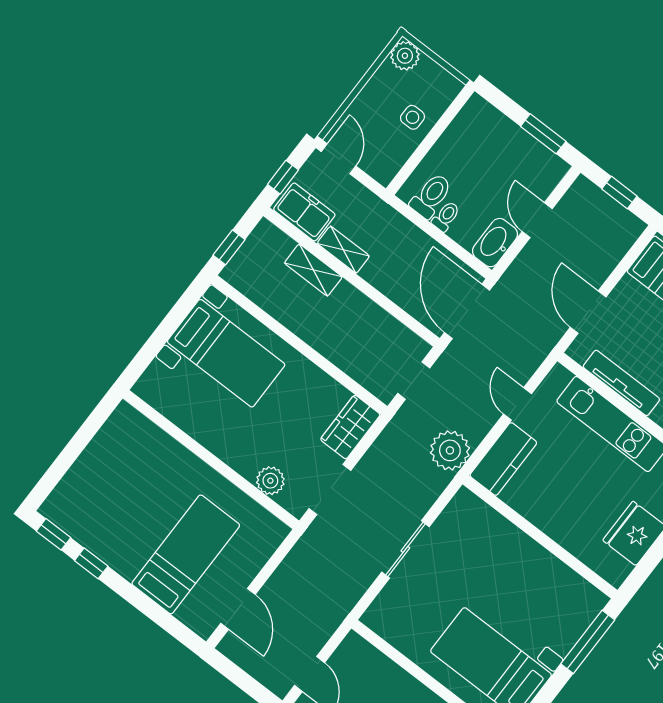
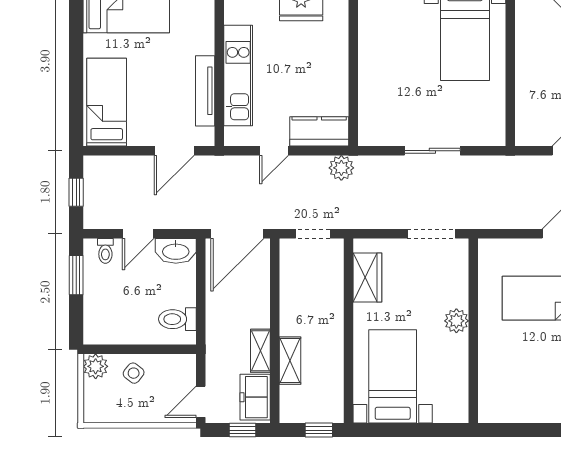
plant: (405, 56) -> (96, 366), moved
side table: (413, 117) -> (134, 373), turned 38
toilet: (446, 216) -> (105, 251), moved, turned -90
wardrobe: (350, 427) -> (367, 277), moved, turned -90
plant: (450, 450) -> (341, 168), width x0.73, depth x0.73
plant: (270, 481) -> (456, 321), moved

